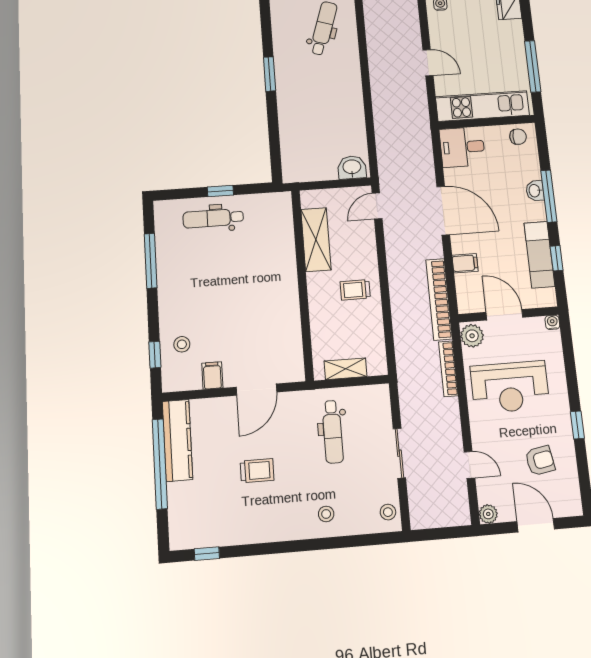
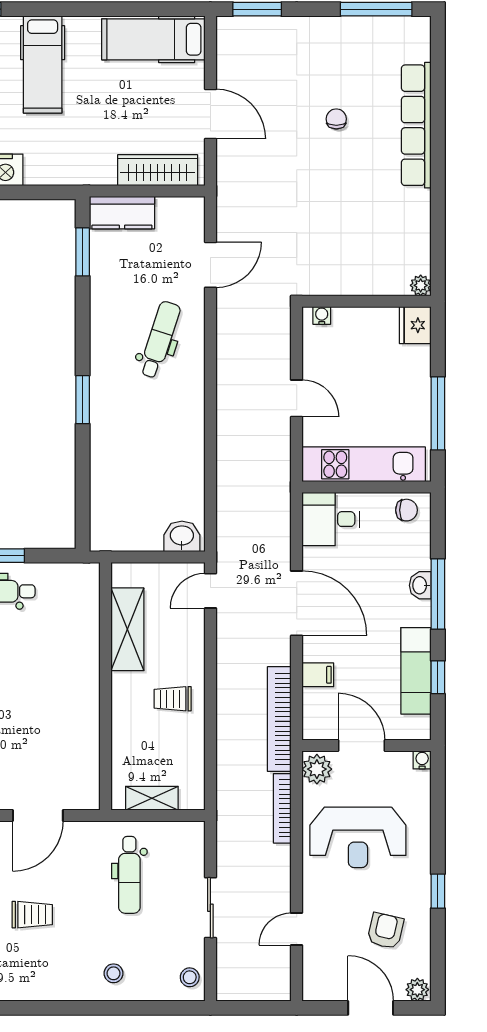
armchair: (540, 461) -> (385, 931), turned -67
door: (470, 465) -> (297, 929), swing flipped
plant: (488, 514) -> (417, 990), moved

